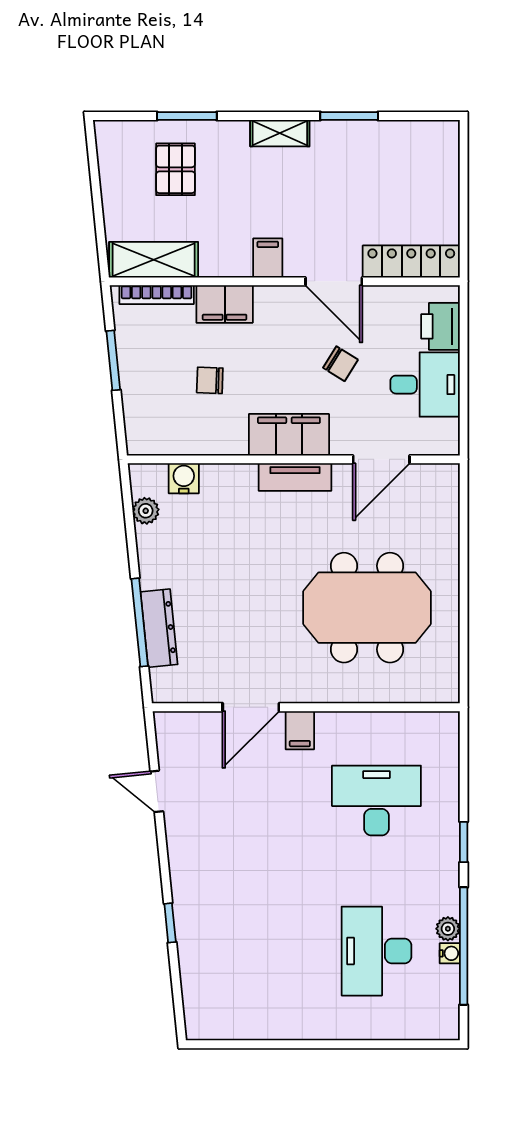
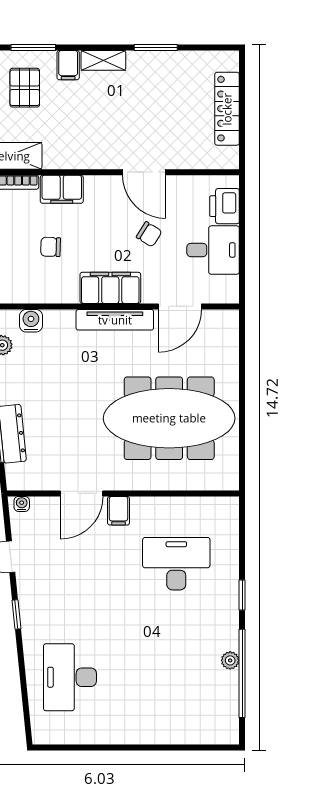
filing cabinet: (268, 258) -> (68, 65), moved, turned 180
locker: (411, 261) -> (227, 109), moved, turned -90
tv unit: (295, 477) -> (115, 320), width x1.41
meeting table: (367, 608) -> (169, 418), width x1.36
window: (170, 923) -> (16, 614), moved
desk: (376, 951) -> (70, 677), moved
water cooler: (450, 953) -> (22, 504), moved, turned -90

